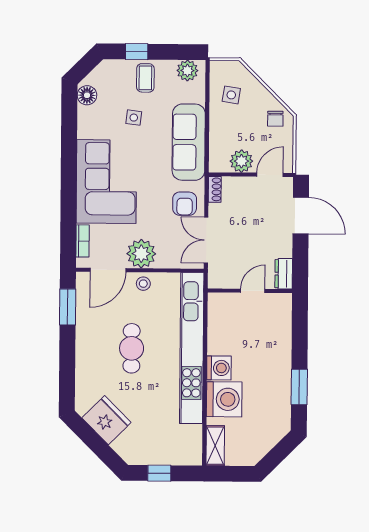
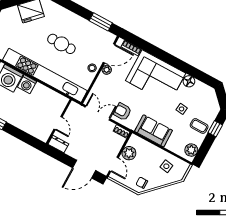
floor lamp: (87, 95) -> (189, 81), moved
sofa: (189, 142) -> (154, 131), width x0.73
plant: (141, 254) -> (107, 70), width x0.53, depth x0.53
door: (108, 270) -> (109, 53), swing flipped

